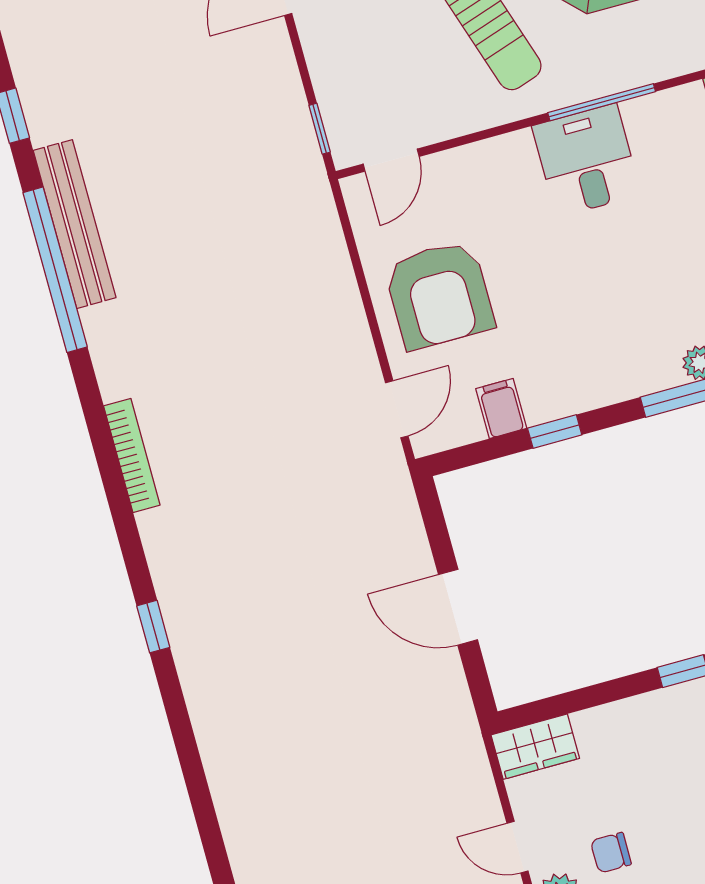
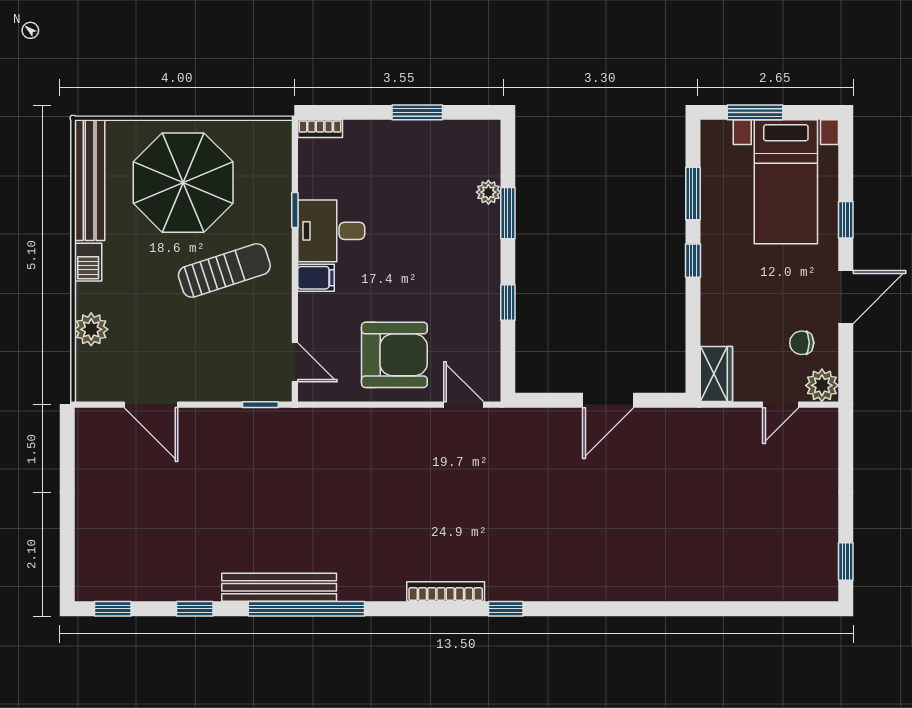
window: (602, 102) -> (295, 210), width x0.46
filing cabinet: (501, 409) -> (316, 278), moved, turned 180
window: (153, 627) -> (506, 609), moved
chair: (611, 853) -> (802, 343), turned 90

